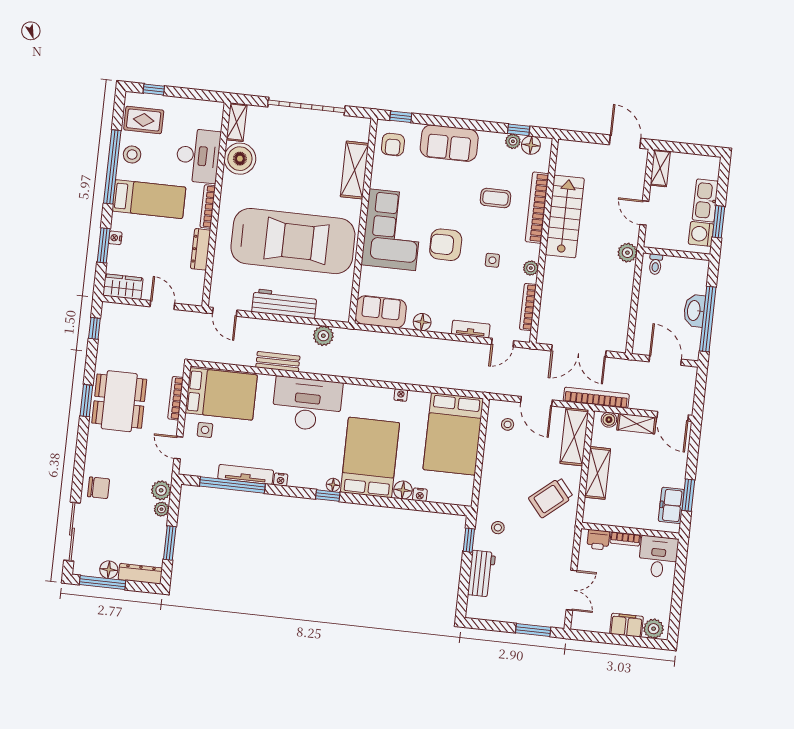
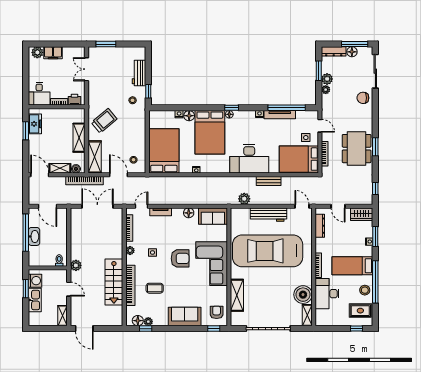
dresser: (201, 249) -> (320, 226), moved
plant: (161, 490) -> (327, 79), moved

